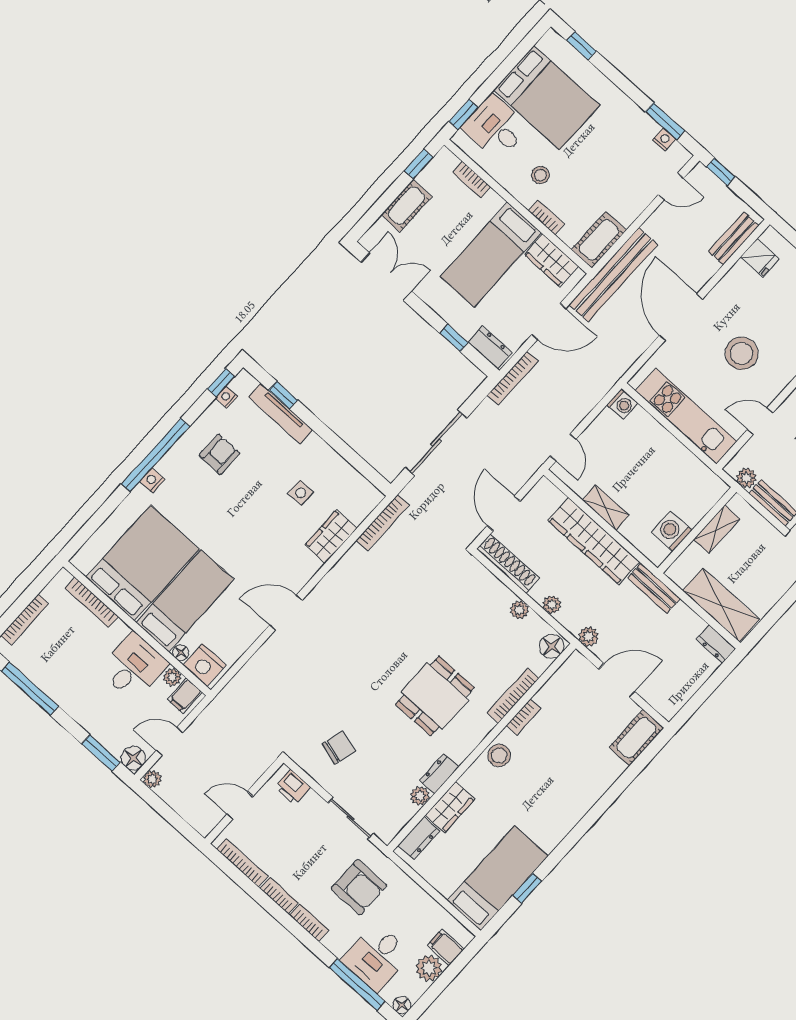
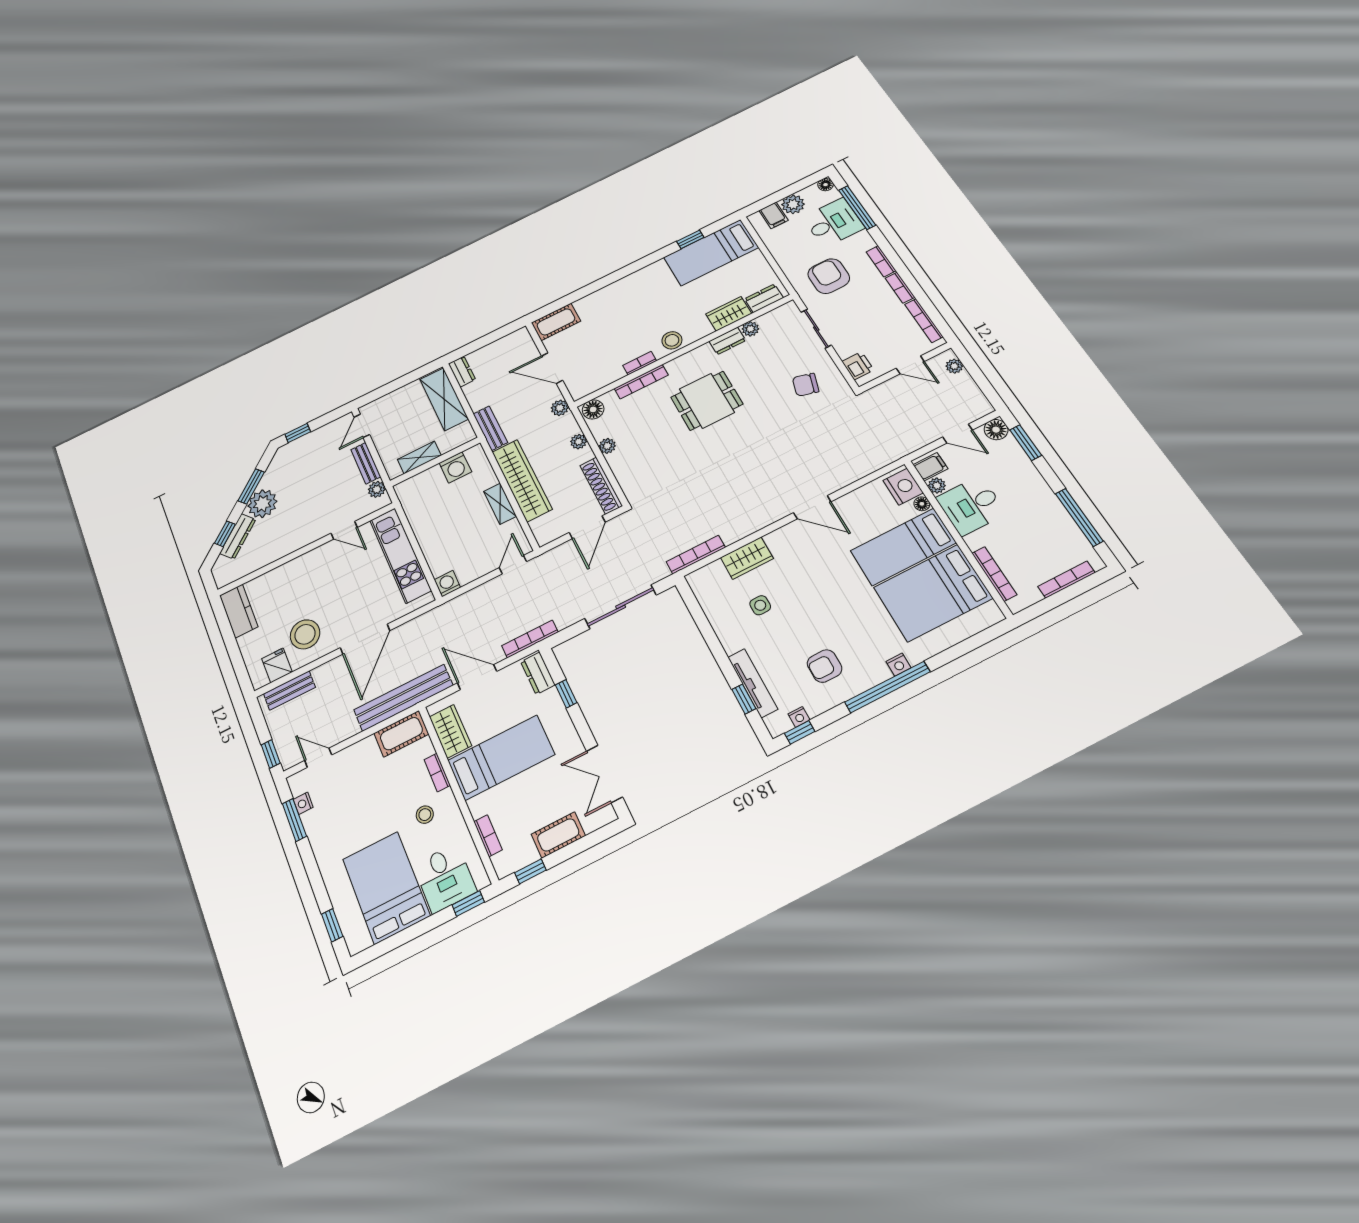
stool: (742, 353) -> (305, 634), moved
plant: (152, 779) -> (954, 366), moved

